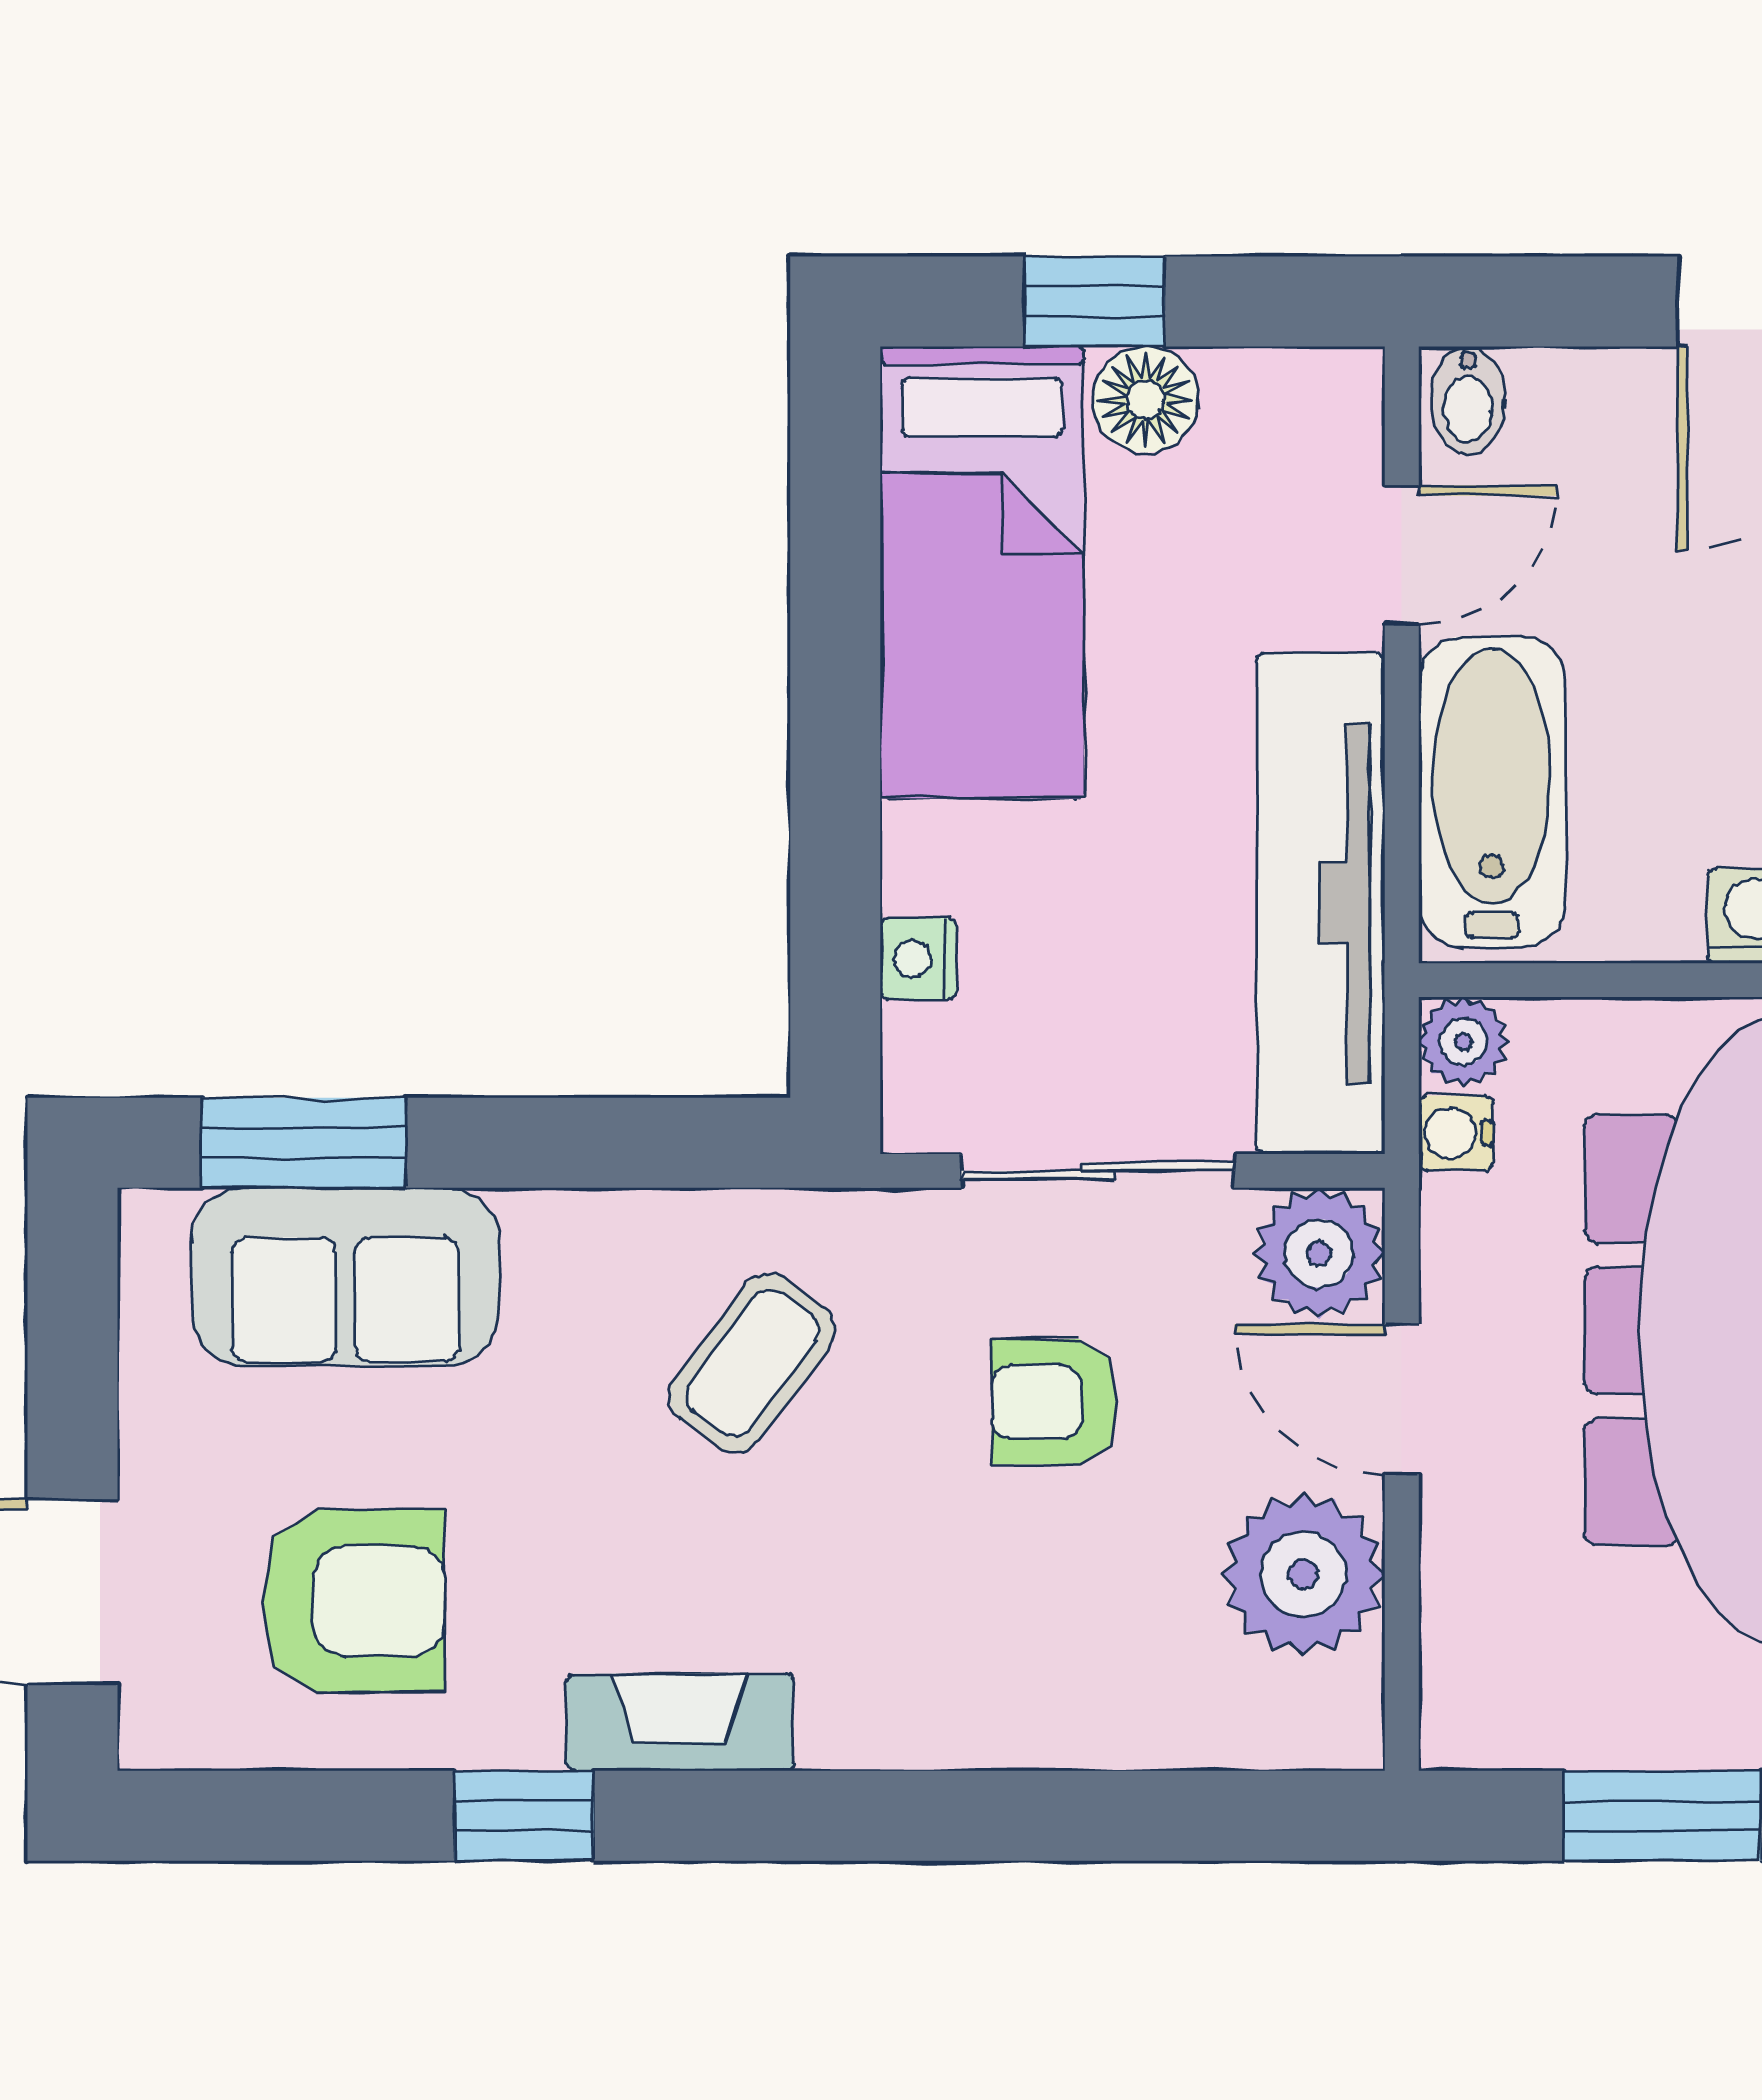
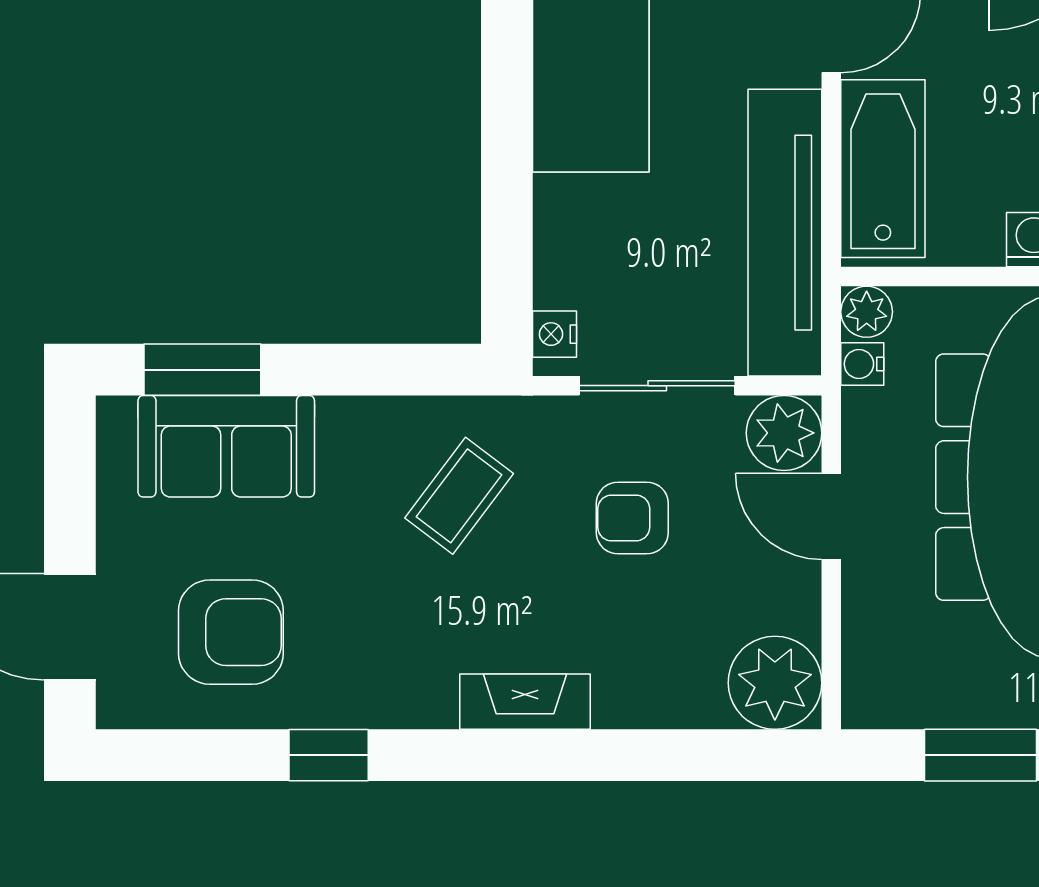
nightstand: (918, 959) -> (555, 334), moved
plant: (1303, 1574) -> (775, 683), moved
fireplace: (680, 1722) -> (525, 702), moved

